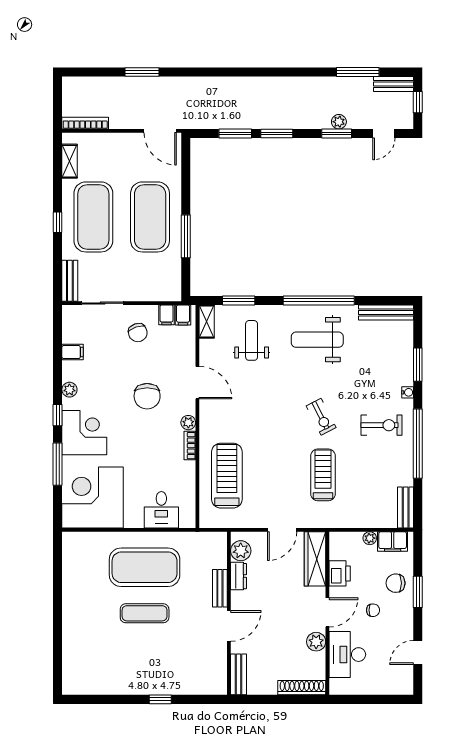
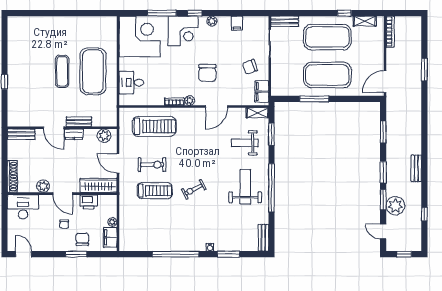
window: (358, 72) -> (424, 214), width x0.46
bench: (394, 84) -> (416, 168), moved
plant: (339, 122) -> (395, 206), width x1.87, depth x1.87
window: (277, 134) -> (383, 172), moved
window: (58, 222) -> (344, 13), moved
bench: (386, 313) -> (263, 238), width x0.73
weight bench: (252, 340) -> (245, 143), turned 180
chair: (147, 396) -> (207, 73), turned -90
exercise bike: (382, 425) -> (152, 165), moved, turned -90
bench: (406, 507) -> (133, 246), removed
dresser: (238, 576) -> (74, 134), moved
door: (418, 652) -> (24, 254), moved
desk: (347, 655) -> (23, 207), moved

